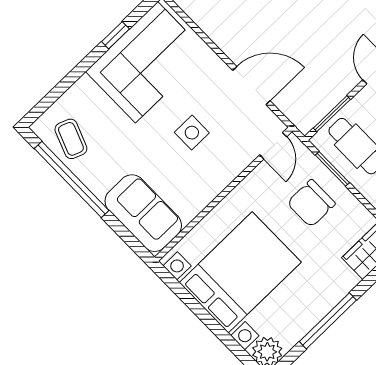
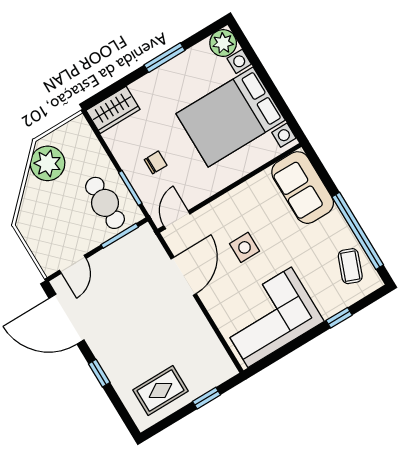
window: (115, 35) -> (339, 318), moved
door: (251, 86) -> (184, 276), swing flipped
chair: (311, 203) -> (156, 162), width x0.54, depth x0.54
window: (328, 321) -> (165, 58), width x0.69

